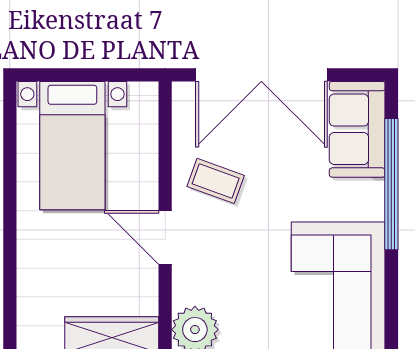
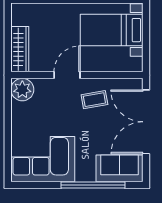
coffee table: (216, 181) -> (94, 100), turned 60

